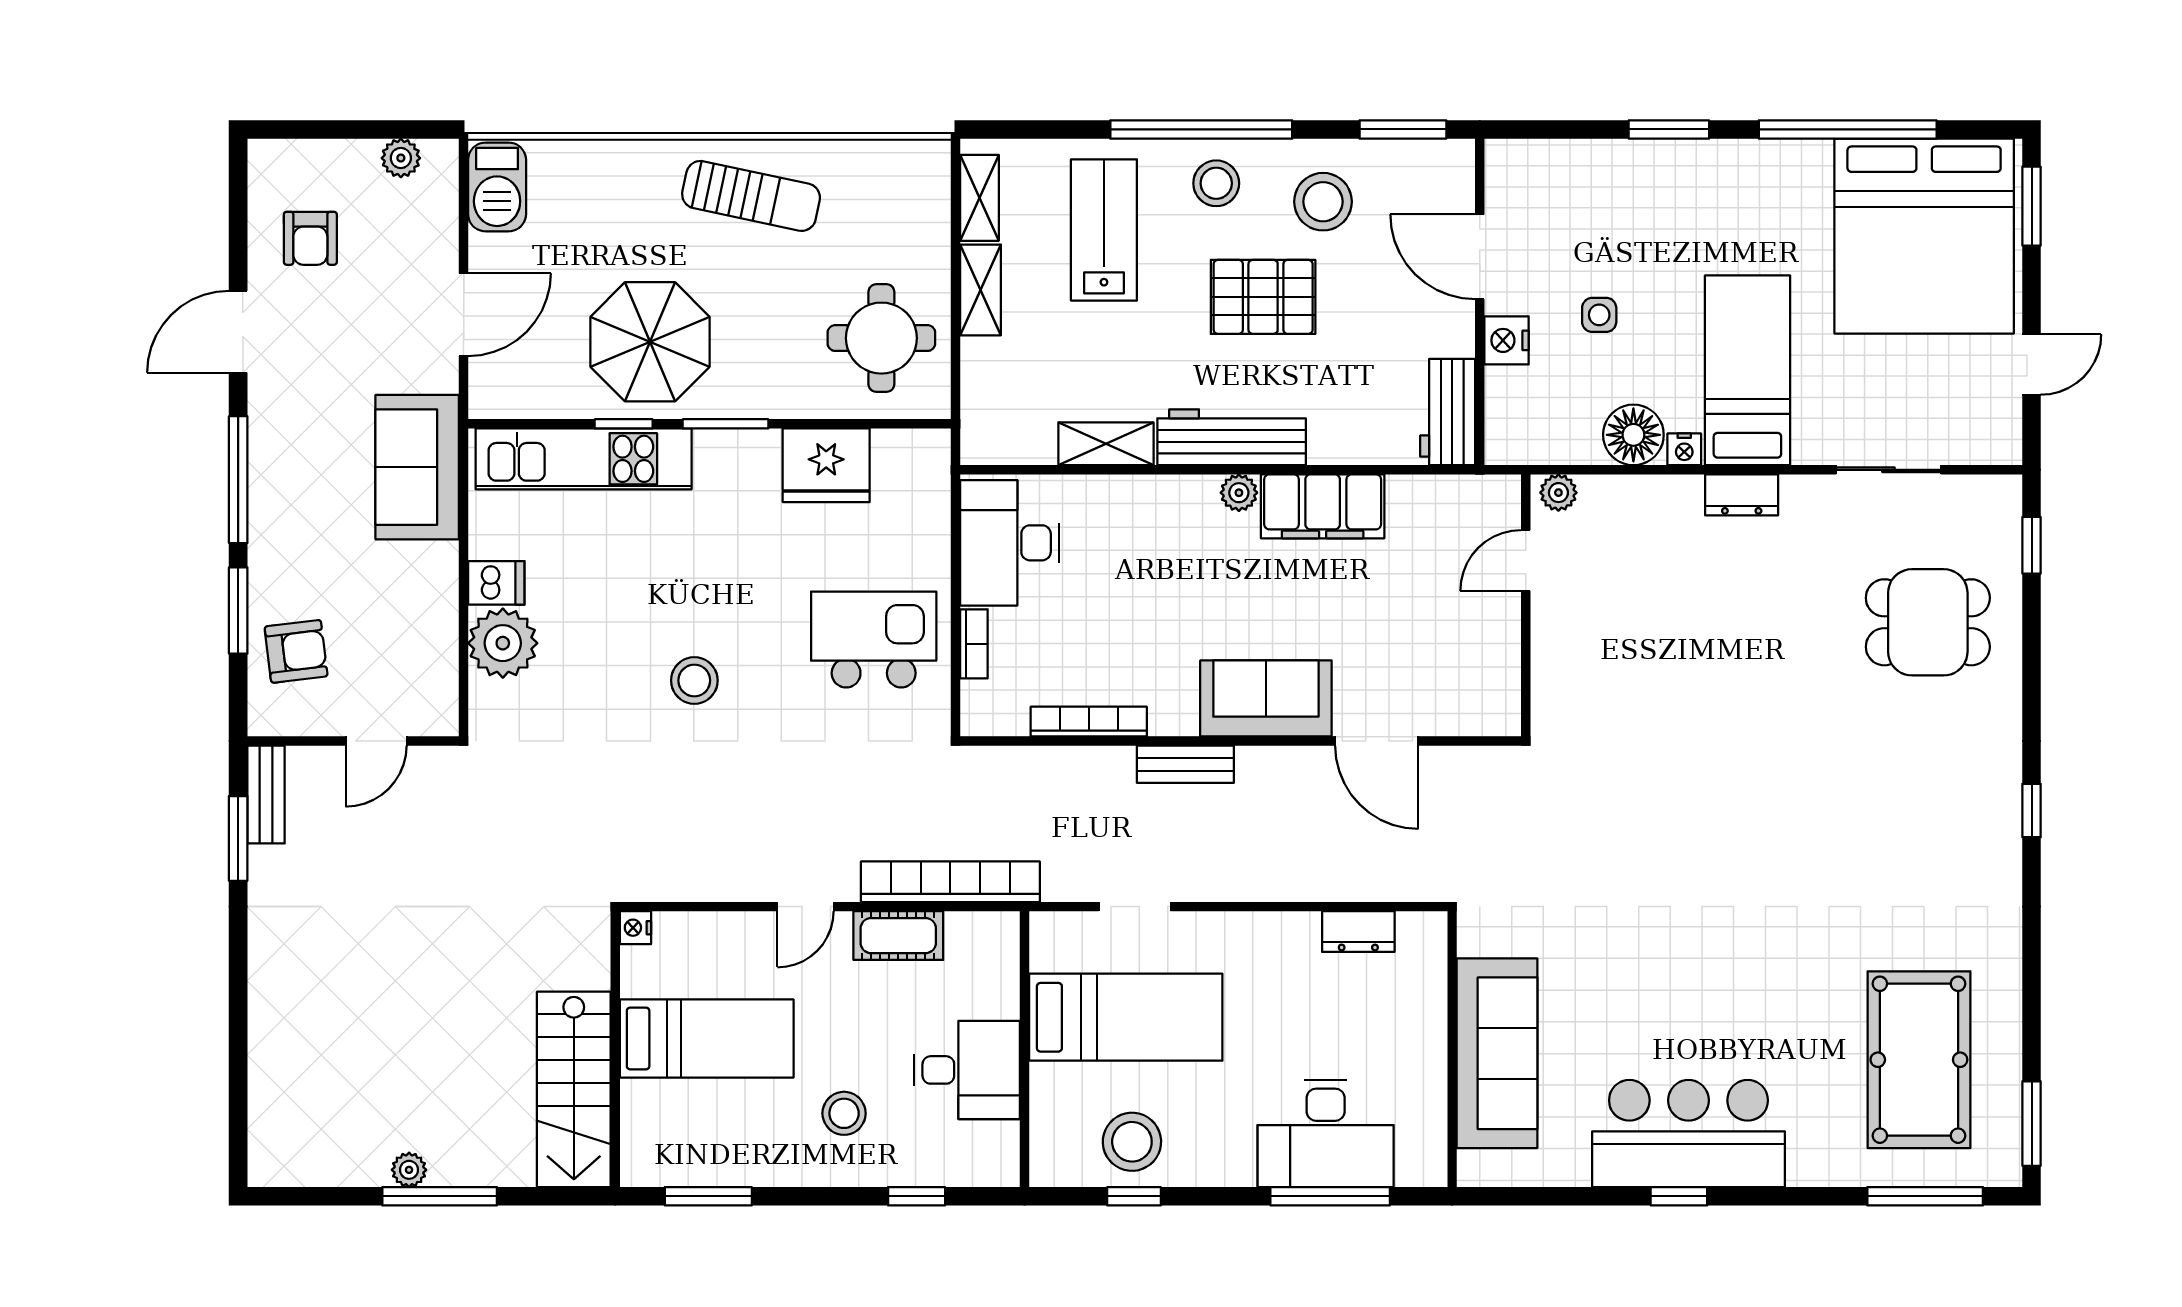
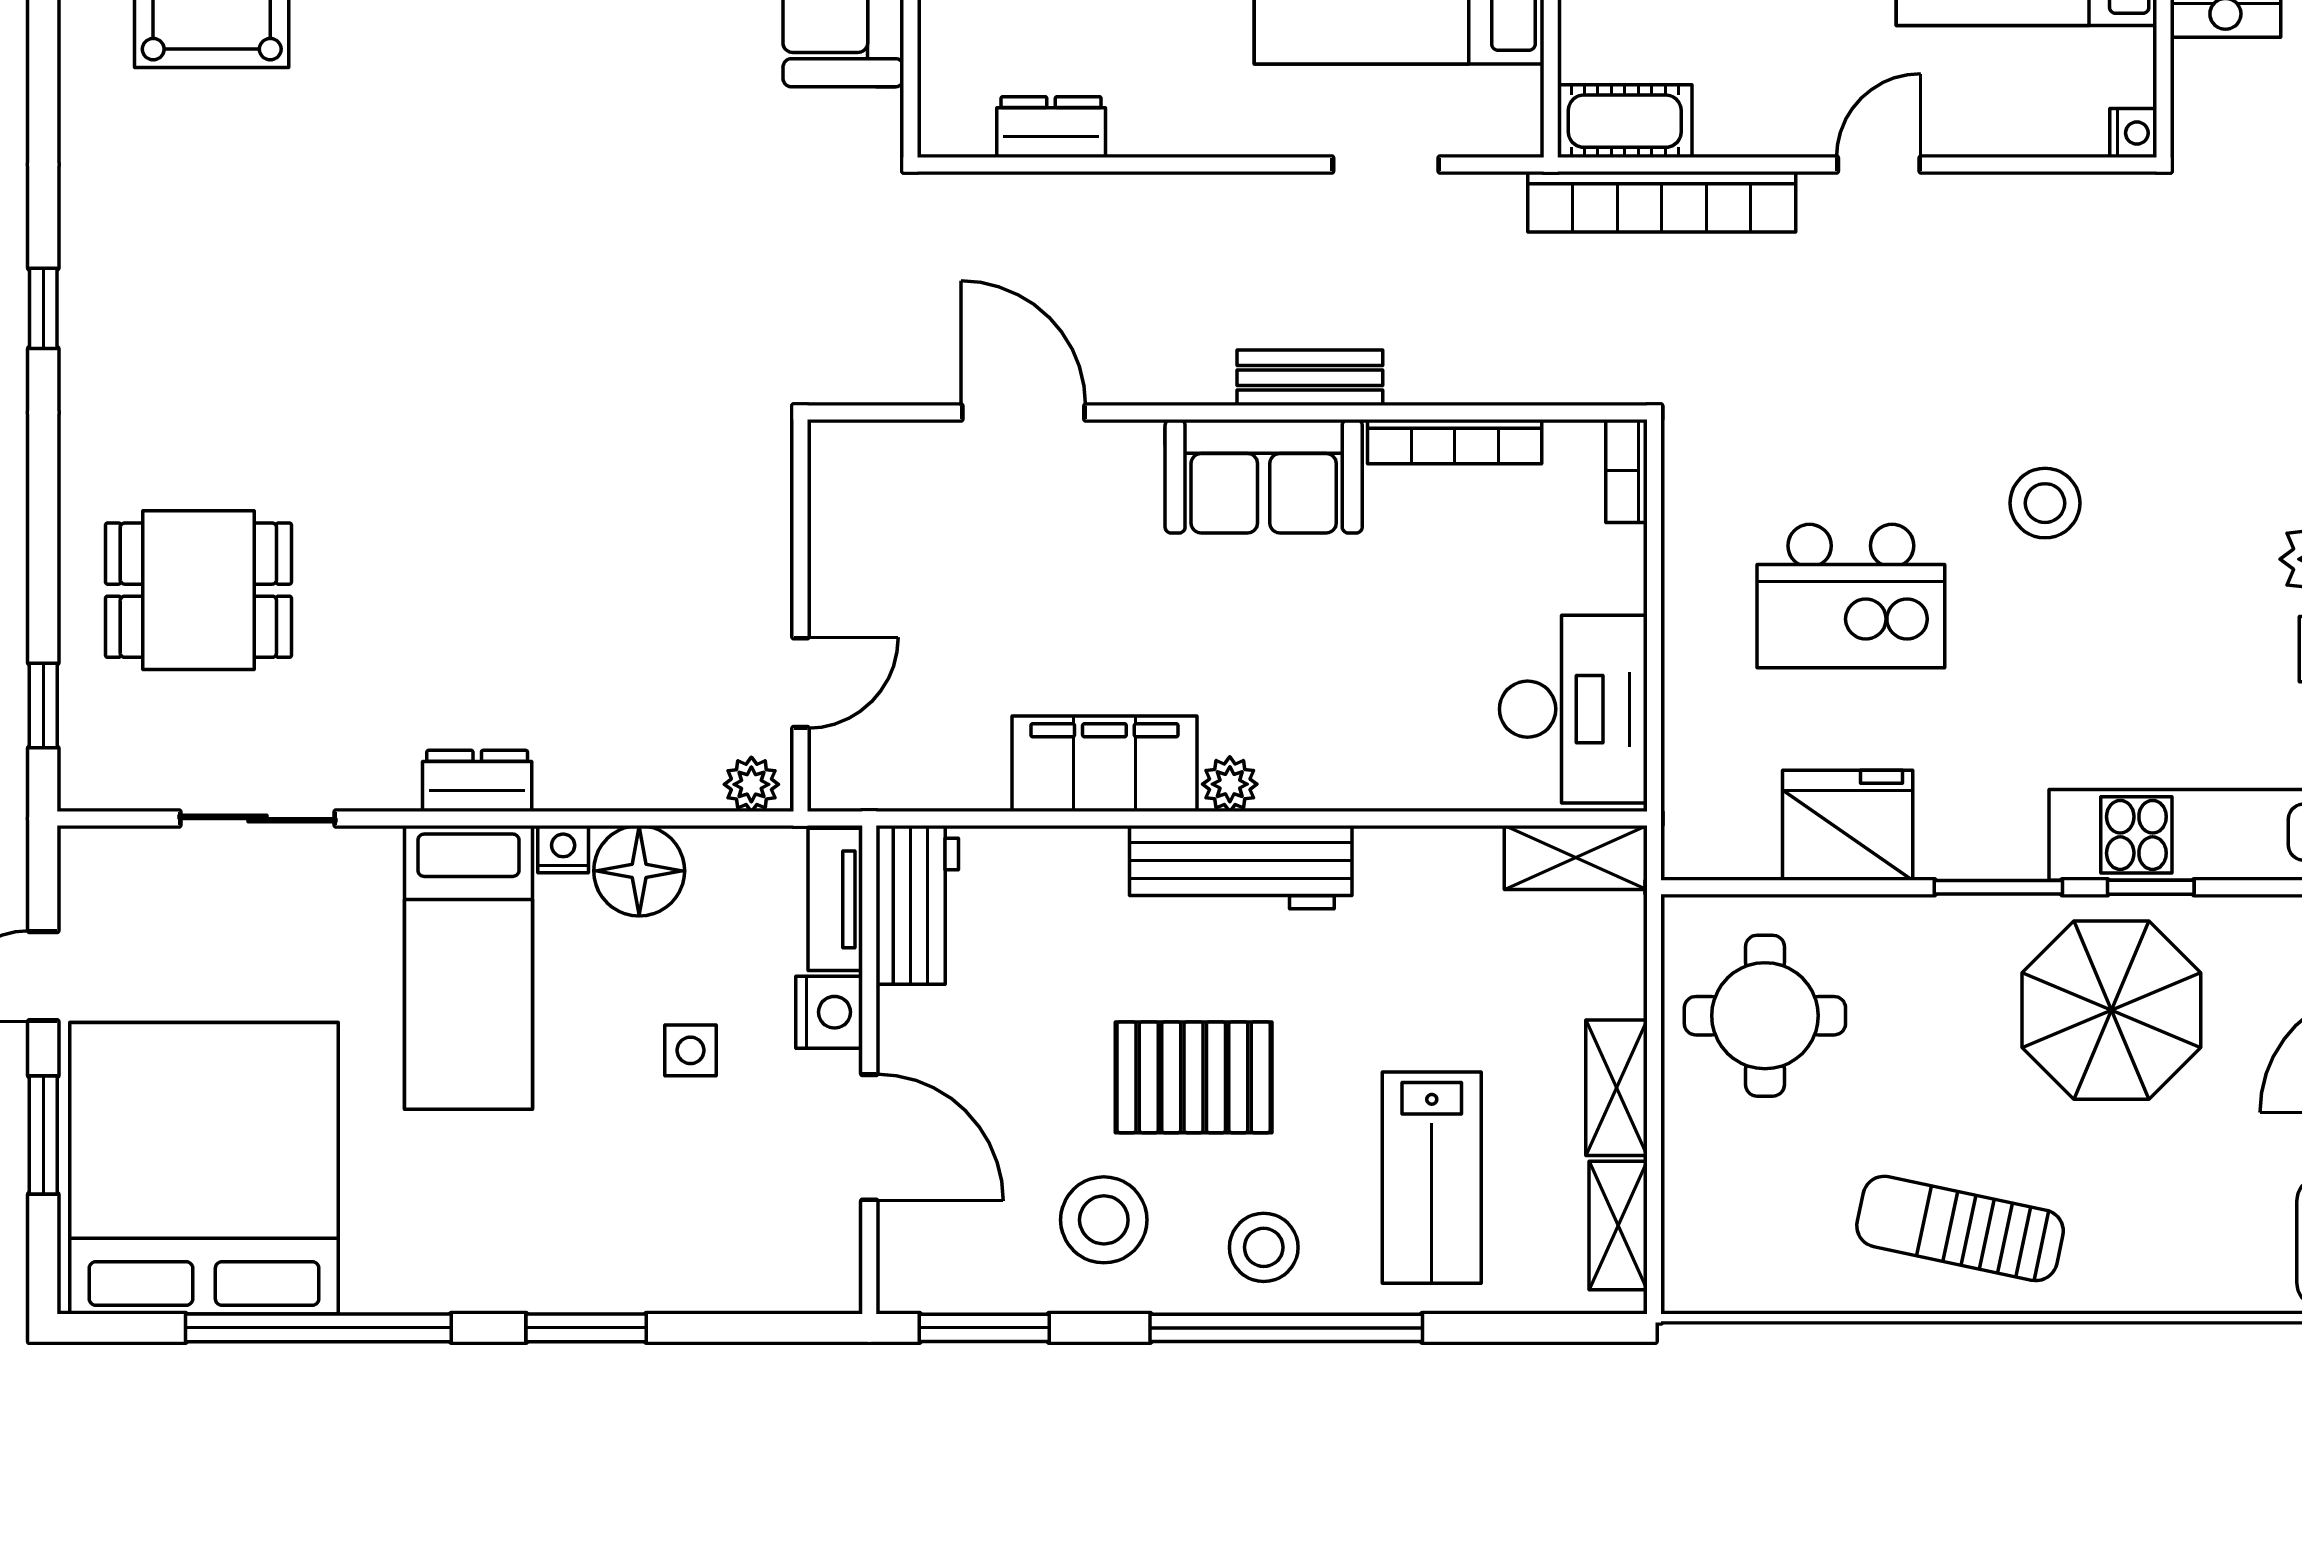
window: (2032, 206) -> (43, 1135), moved
tv unit: (1502, 416) -> (835, 899), added
shelving: (1106, 444) -> (1576, 858), moved
kitchen island: (874, 640) -> (1851, 596), moved
bookcase: (974, 644) -> (1626, 471), moved
sofa: (1266, 698) -> (1264, 476), moved
cot: (898, 936) -> (1625, 121), moved

